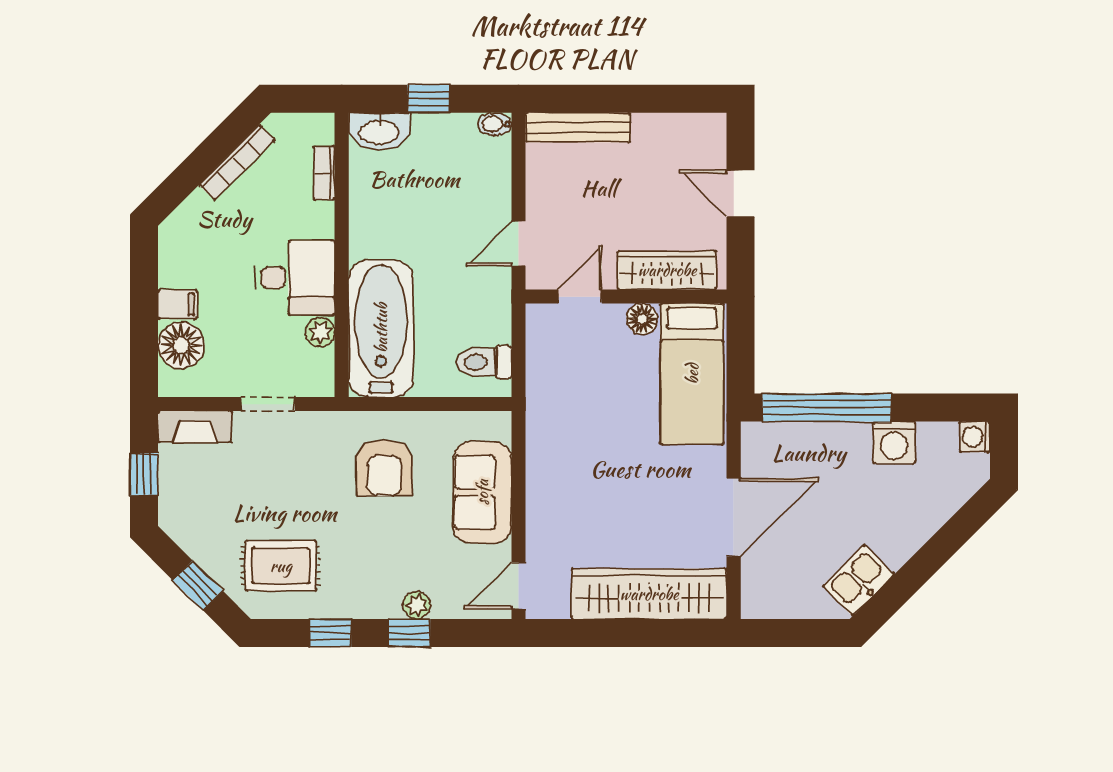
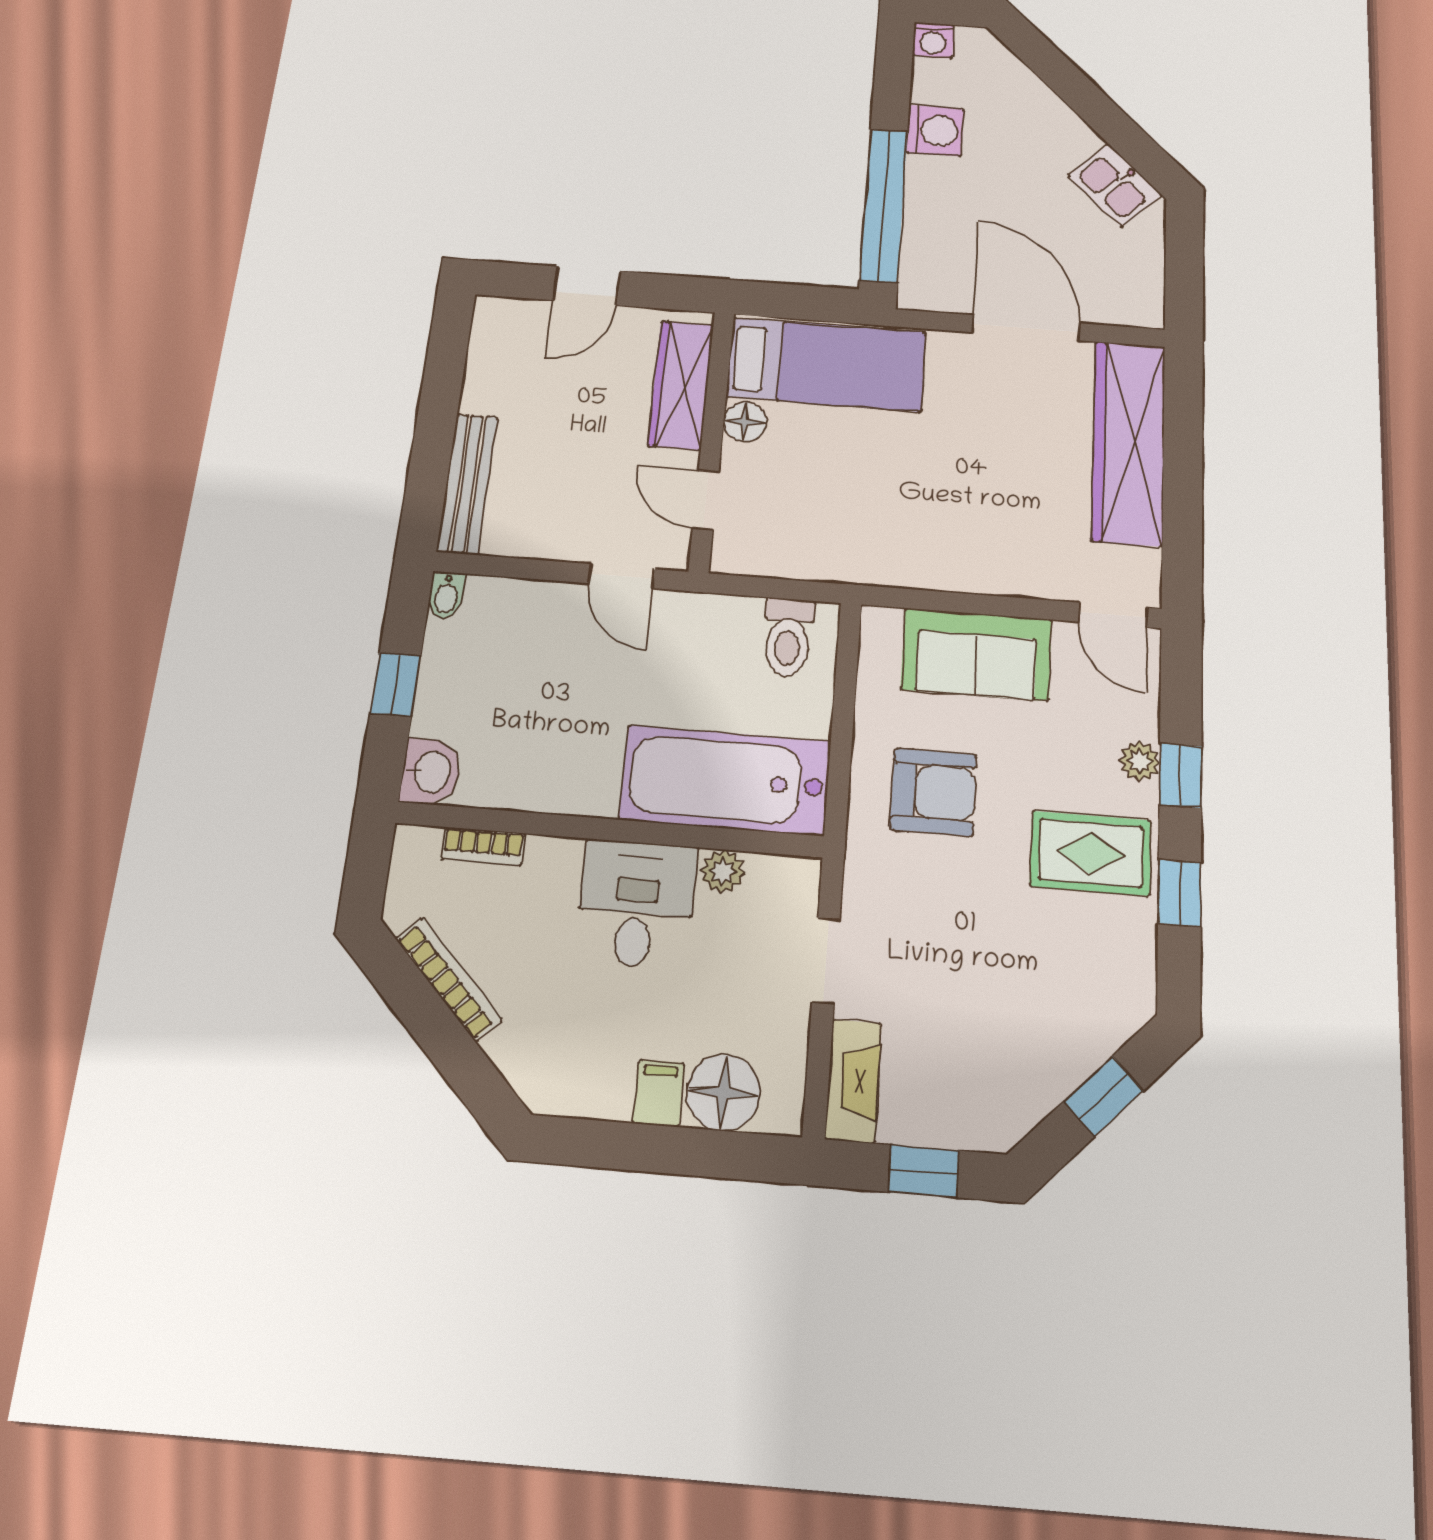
washbasin: (379, 131) -> (431, 772), width x0.72
rug: (281, 566) -> (1091, 853), moved, turned 90

